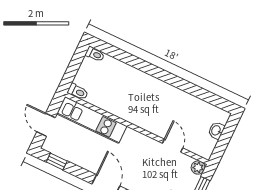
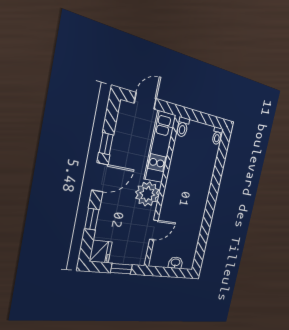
window: (57, 162) -> (106, 144), moved
plant: (198, 167) -> (147, 194), moved, width x1.87, depth x1.87

